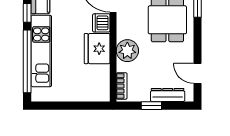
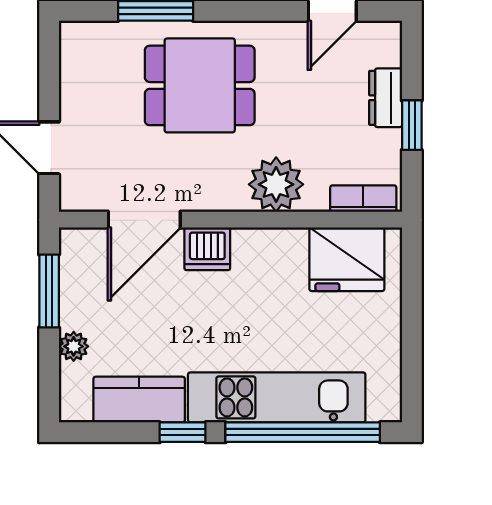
fridge: (97, 49) -> (347, 259), moved
dresser: (168, 95) -> (386, 98), width x0.70

